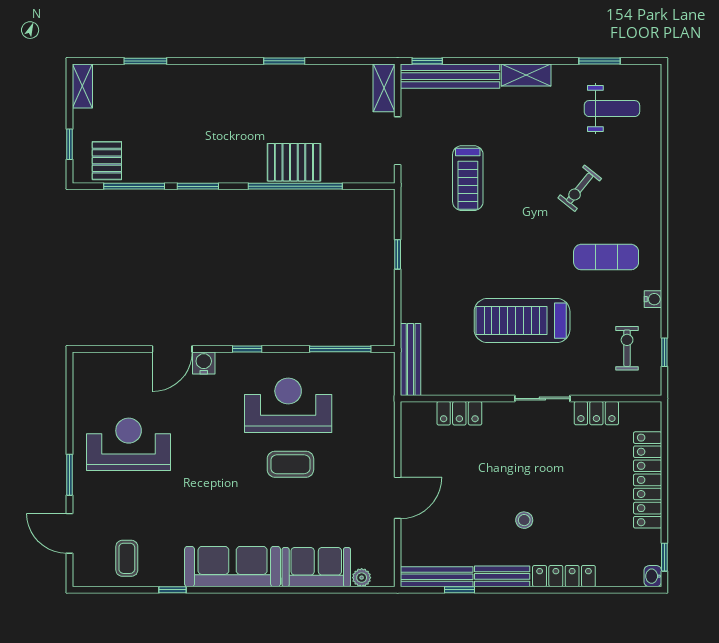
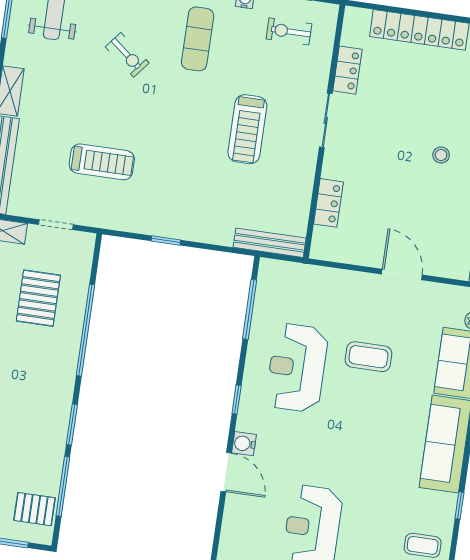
doorway: (398, 141) -> (56, 225), width x0.73
pallet: (294, 162) -> (38, 298), moved
treadmill: (522, 321) -> (247, 129), width x0.73, depth x0.73
coffee table: (290, 464) -> (368, 357), moved, turned 90

